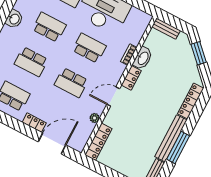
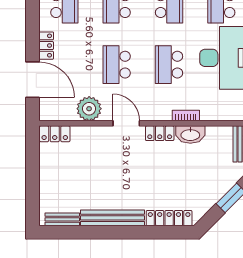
school desk: (89, 48) -> (169, 65), turned 180
plant: (95, 118) -> (89, 109), width x1.88, depth x1.88
locker: (98, 142) -> (55, 134), width x0.66
window: (178, 147) -> (106, 232), removed

